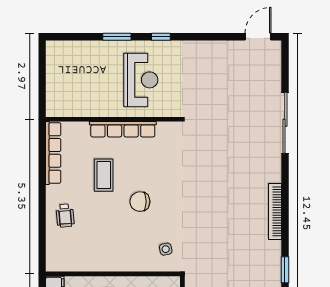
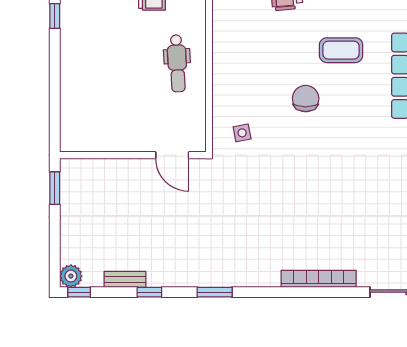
bookcase: (275, 211) -> (319, 279), moved

